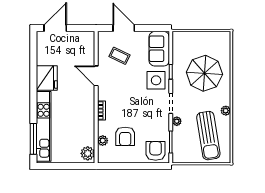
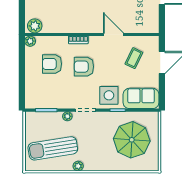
parasol: (204, 73) -> (132, 140), moved
door: (96, 76) -> (114, 34), hinge flipped
plant: (103, 141) -> (30, 41), moved
armchair: (156, 151) -> (84, 67), moved, turned 180

